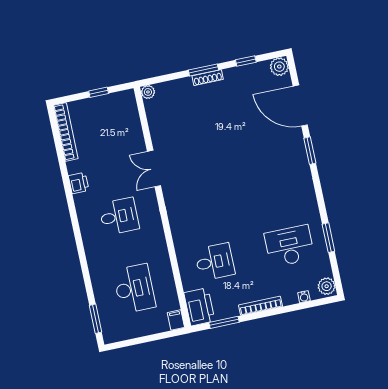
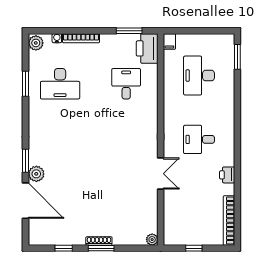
plant: (279, 67) -> (36, 174), moved
desk: (215, 262) -> (126, 84), turned 90
bookcase: (261, 306) -> (81, 38), moved

